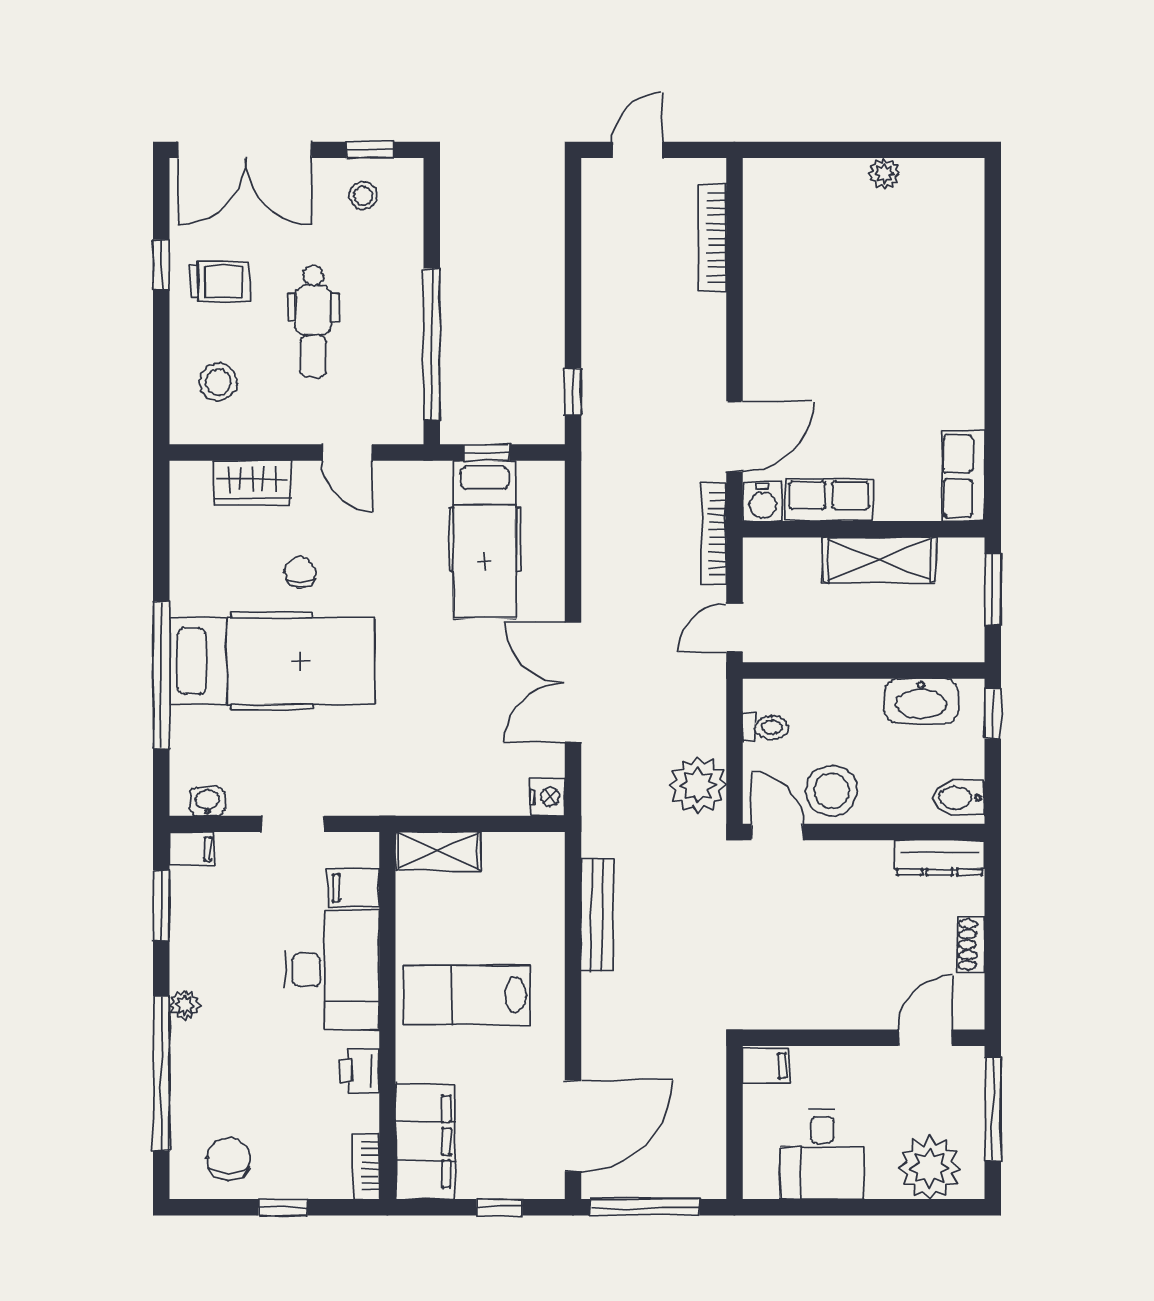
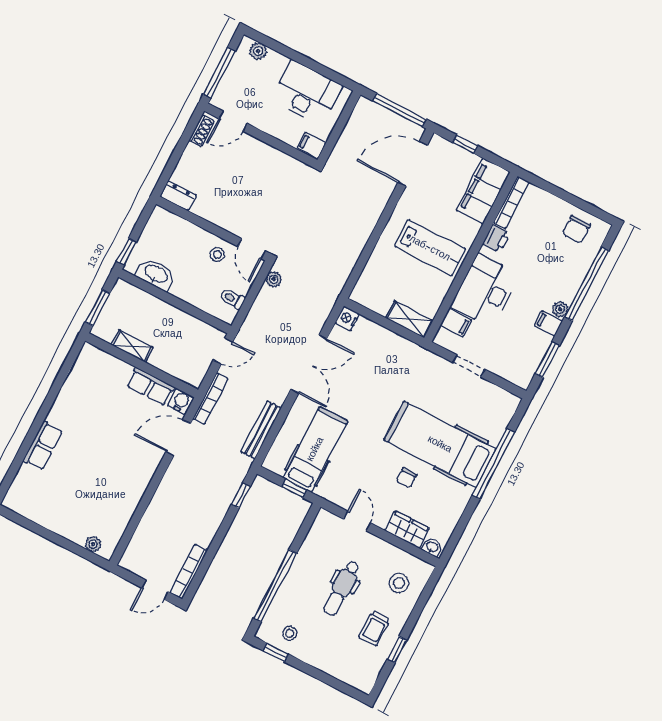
double door: (245, 150) -> (332, 682), removed
plant: (884, 173) -> (93, 544), moved
bookcase: (713, 238) -> (189, 572), moved, turned 180
trolley: (220, 281) -> (375, 628), turned -90
dental chair: (313, 322) -> (342, 588), turned 180
window: (432, 344) -> (275, 586), moved
row of seats: (963, 476) -> (43, 446), moved
shelving: (879, 560) -> (132, 346), width x0.67, depth x0.75
plant: (698, 785) -> (274, 279), width x0.53, depth x0.53
stool: (832, 791) -> (217, 255), width x0.53, depth x0.53
bidet: (959, 798) -> (161, 222), removed
washbasin: (208, 801) -> (432, 547), moved, turned 180
filing cabinet: (192, 849) -> (548, 324), moved
dresser: (940, 858) -> (178, 196), width x0.70
bench: (597, 915) -> (261, 430), moved
shoe rack: (971, 945) -> (202, 131), moved
desk: (822, 1154) -> (307, 92), width x1.37
bookcase: (366, 1166) -> (511, 202), width x1.56
plant: (930, 1168) -> (258, 51), width x0.53, depth x0.53
window: (283, 1207) -> (563, 195), removed

